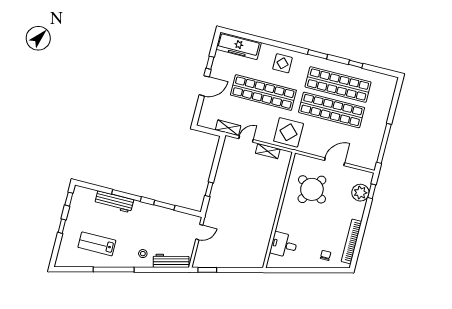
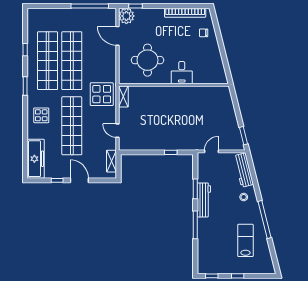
shelving: (228, 128) -> (111, 161), moved
shelving: (268, 151) -> (123, 97), moved
door: (335, 162) -> (117, 36), moved
round table: (312, 189) -> (147, 60), turned -32
plant: (360, 193) -> (126, 16), moved
workbench: (114, 202) -> (204, 200), moved
door: (199, 232) -> (212, 151), hinge flipped
lab bench: (97, 244) -> (245, 240), turned 180
desk: (284, 245) -> (182, 73), moved

